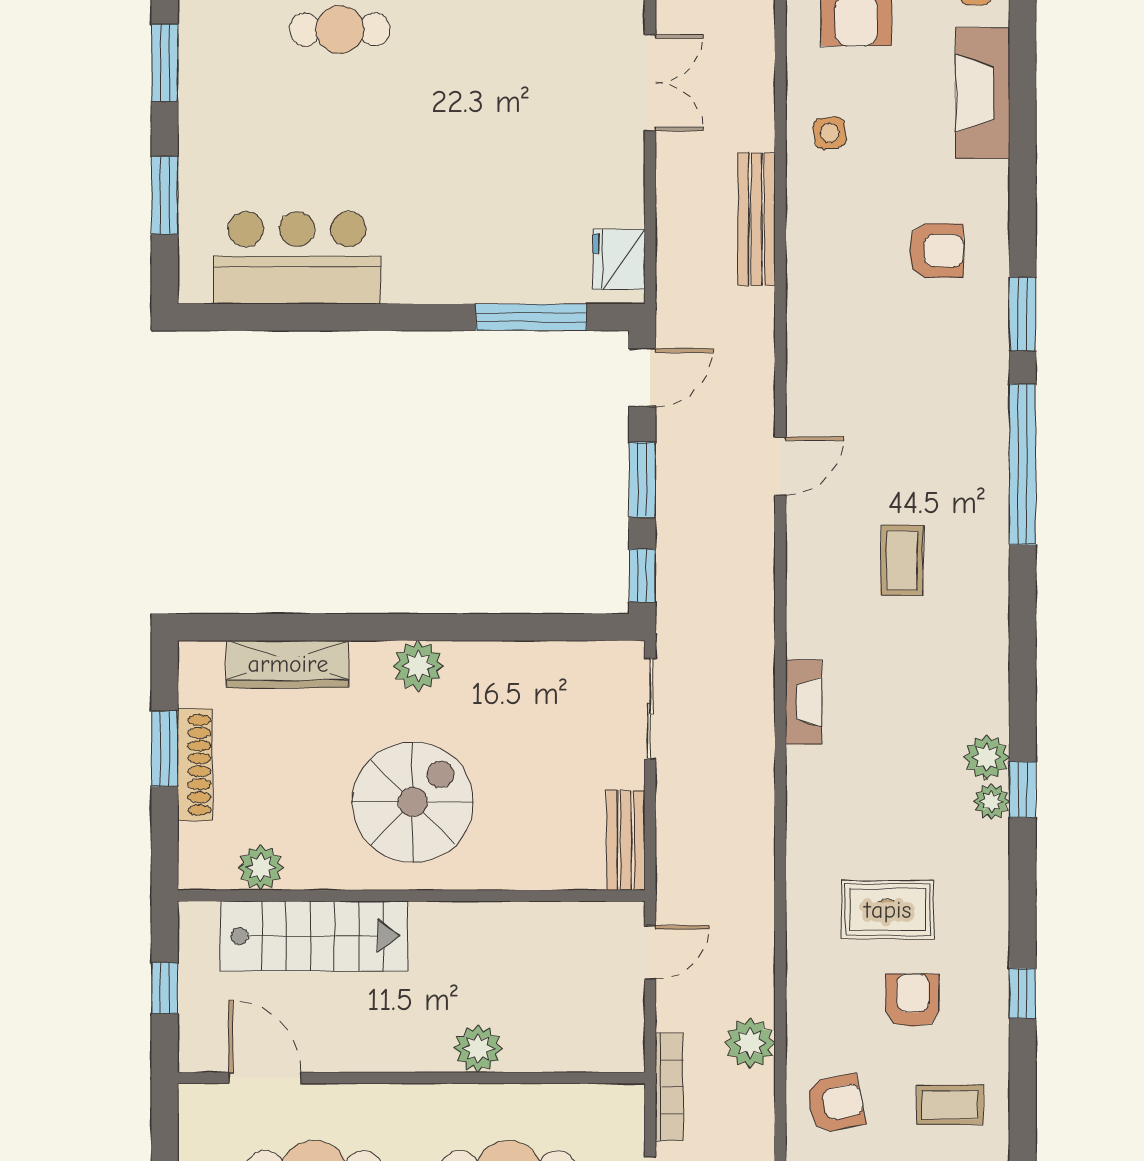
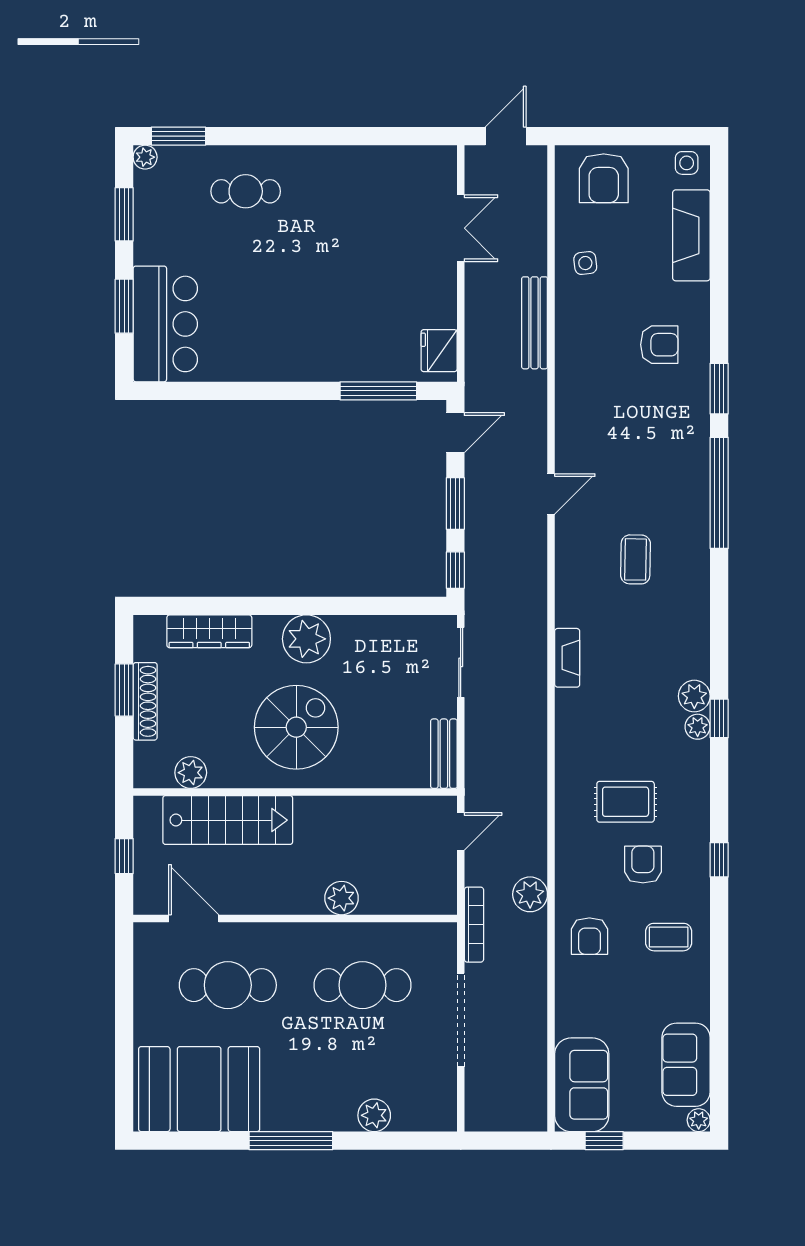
bar counter: (297, 258) -> (165, 324), moved, turned 90
plant: (418, 666) -> (306, 639), width x1.36, depth x1.36
armchair: (836, 1103) -> (589, 936), turned 102

